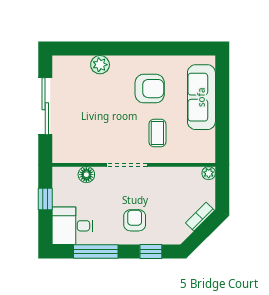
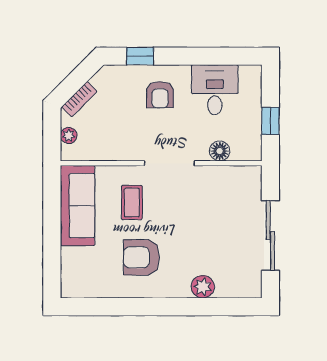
sofa: (201, 97) -> (78, 206), moved
plant: (209, 173) -> (69, 135), moved
desk: (72, 226) -> (215, 90), moved, turned -90
window: (96, 252) -> (208, 56), removed

